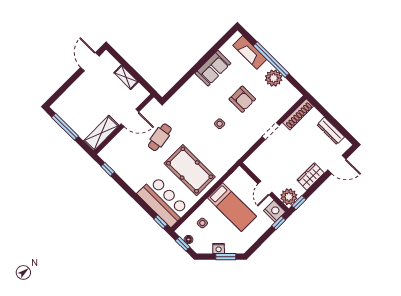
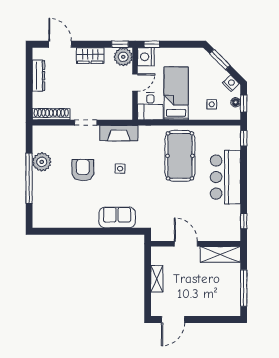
fireplace: (250, 52) -> (119, 133), moved, turned 90
sofa: (213, 68) -> (117, 217), moved
cafe table: (160, 137) -> (178, 205), removed
desk: (240, 183) -> (150, 106), added
bar counter: (163, 201) -> (225, 177), moved
nightstand: (219, 248) -> (231, 83), moved

